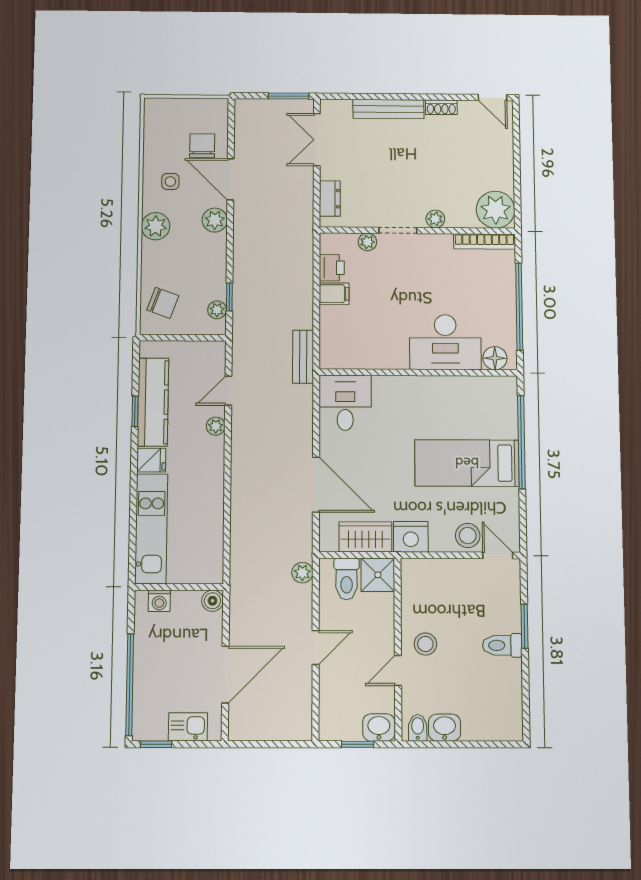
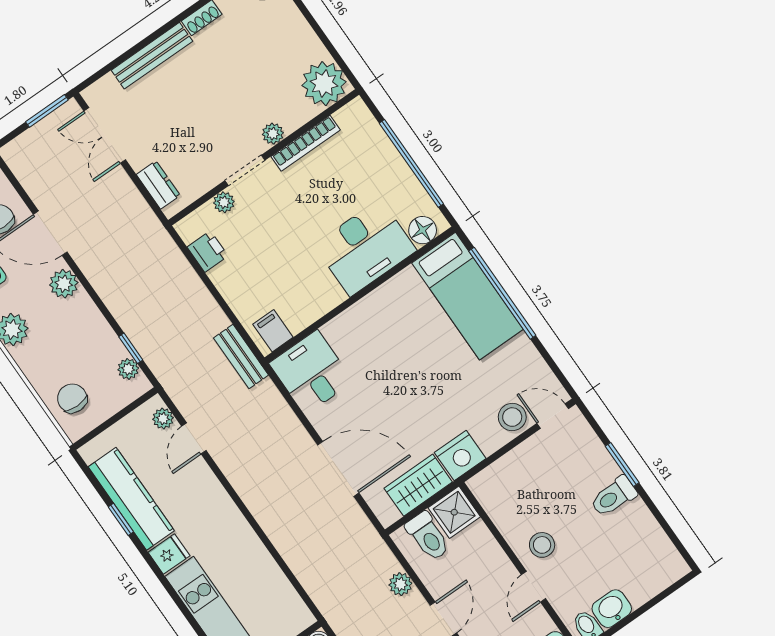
bookcase: (484, 241) -> (306, 143), moved
filing cabinet: (334, 294) -> (273, 331), moved, turned -90
chair: (163, 303) -> (72, 398), turned -110
plant: (216, 426) -> (163, 419), moved
bed: (467, 463) -> (468, 296), moved, turned -90
plant: (302, 573) -> (400, 584), moved

